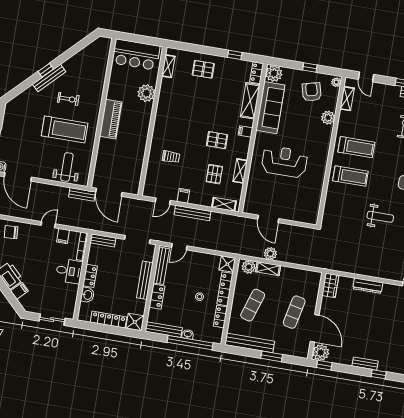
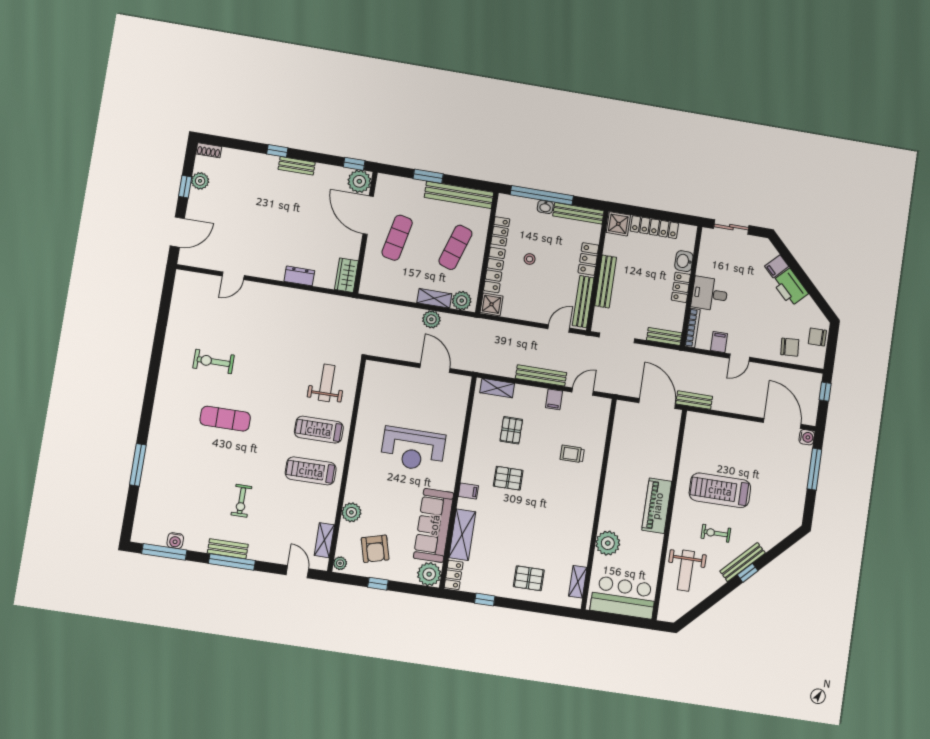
weight bench: (67, 167) -> (686, 571), moved
shelving: (240, 171) -> (475, 435), removed
weight bench: (380, 217) -> (327, 383), moved, turned 90
dresser: (368, 286) -> (299, 276), width x0.70

